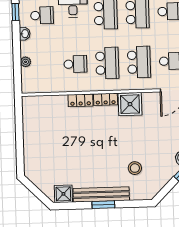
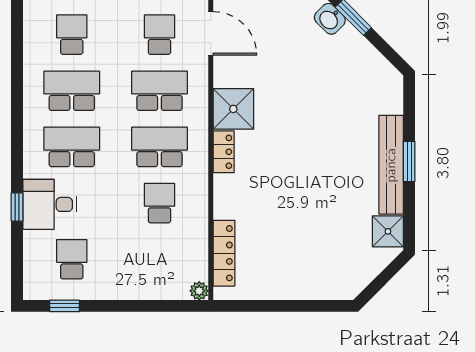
washbasin: (25, 34) -> (103, 291), removed
plant: (26, 62) -> (199, 291), moved
locker: (80, 100) -> (224, 253), moved, width x1.53
stool: (135, 168) -> (346, 104), removed

